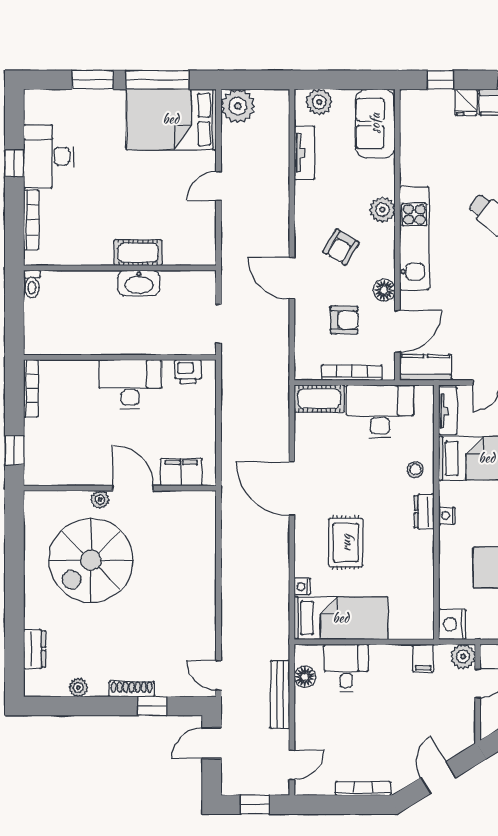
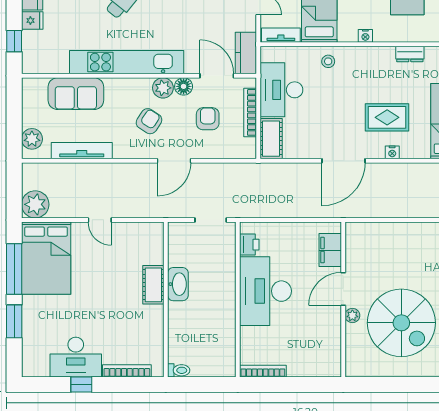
sofa: (375, 123) -> (76, 94), moved
tv unit: (304, 153) -> (82, 151), width x1.41
plant: (382, 210) -> (163, 88), moved
kitchen unit: (414, 238) -> (127, 62), width x1.36
armchair: (341, 247) -> (149, 121), turned -88
desk: (130, 384) -> (265, 291), width x1.36, depth x1.30
window: (14, 450) -> (313, 384), removed
dresser: (424, 512) -> (410, 54), moved
nightstand: (302, 586) -> (392, 152), moved

